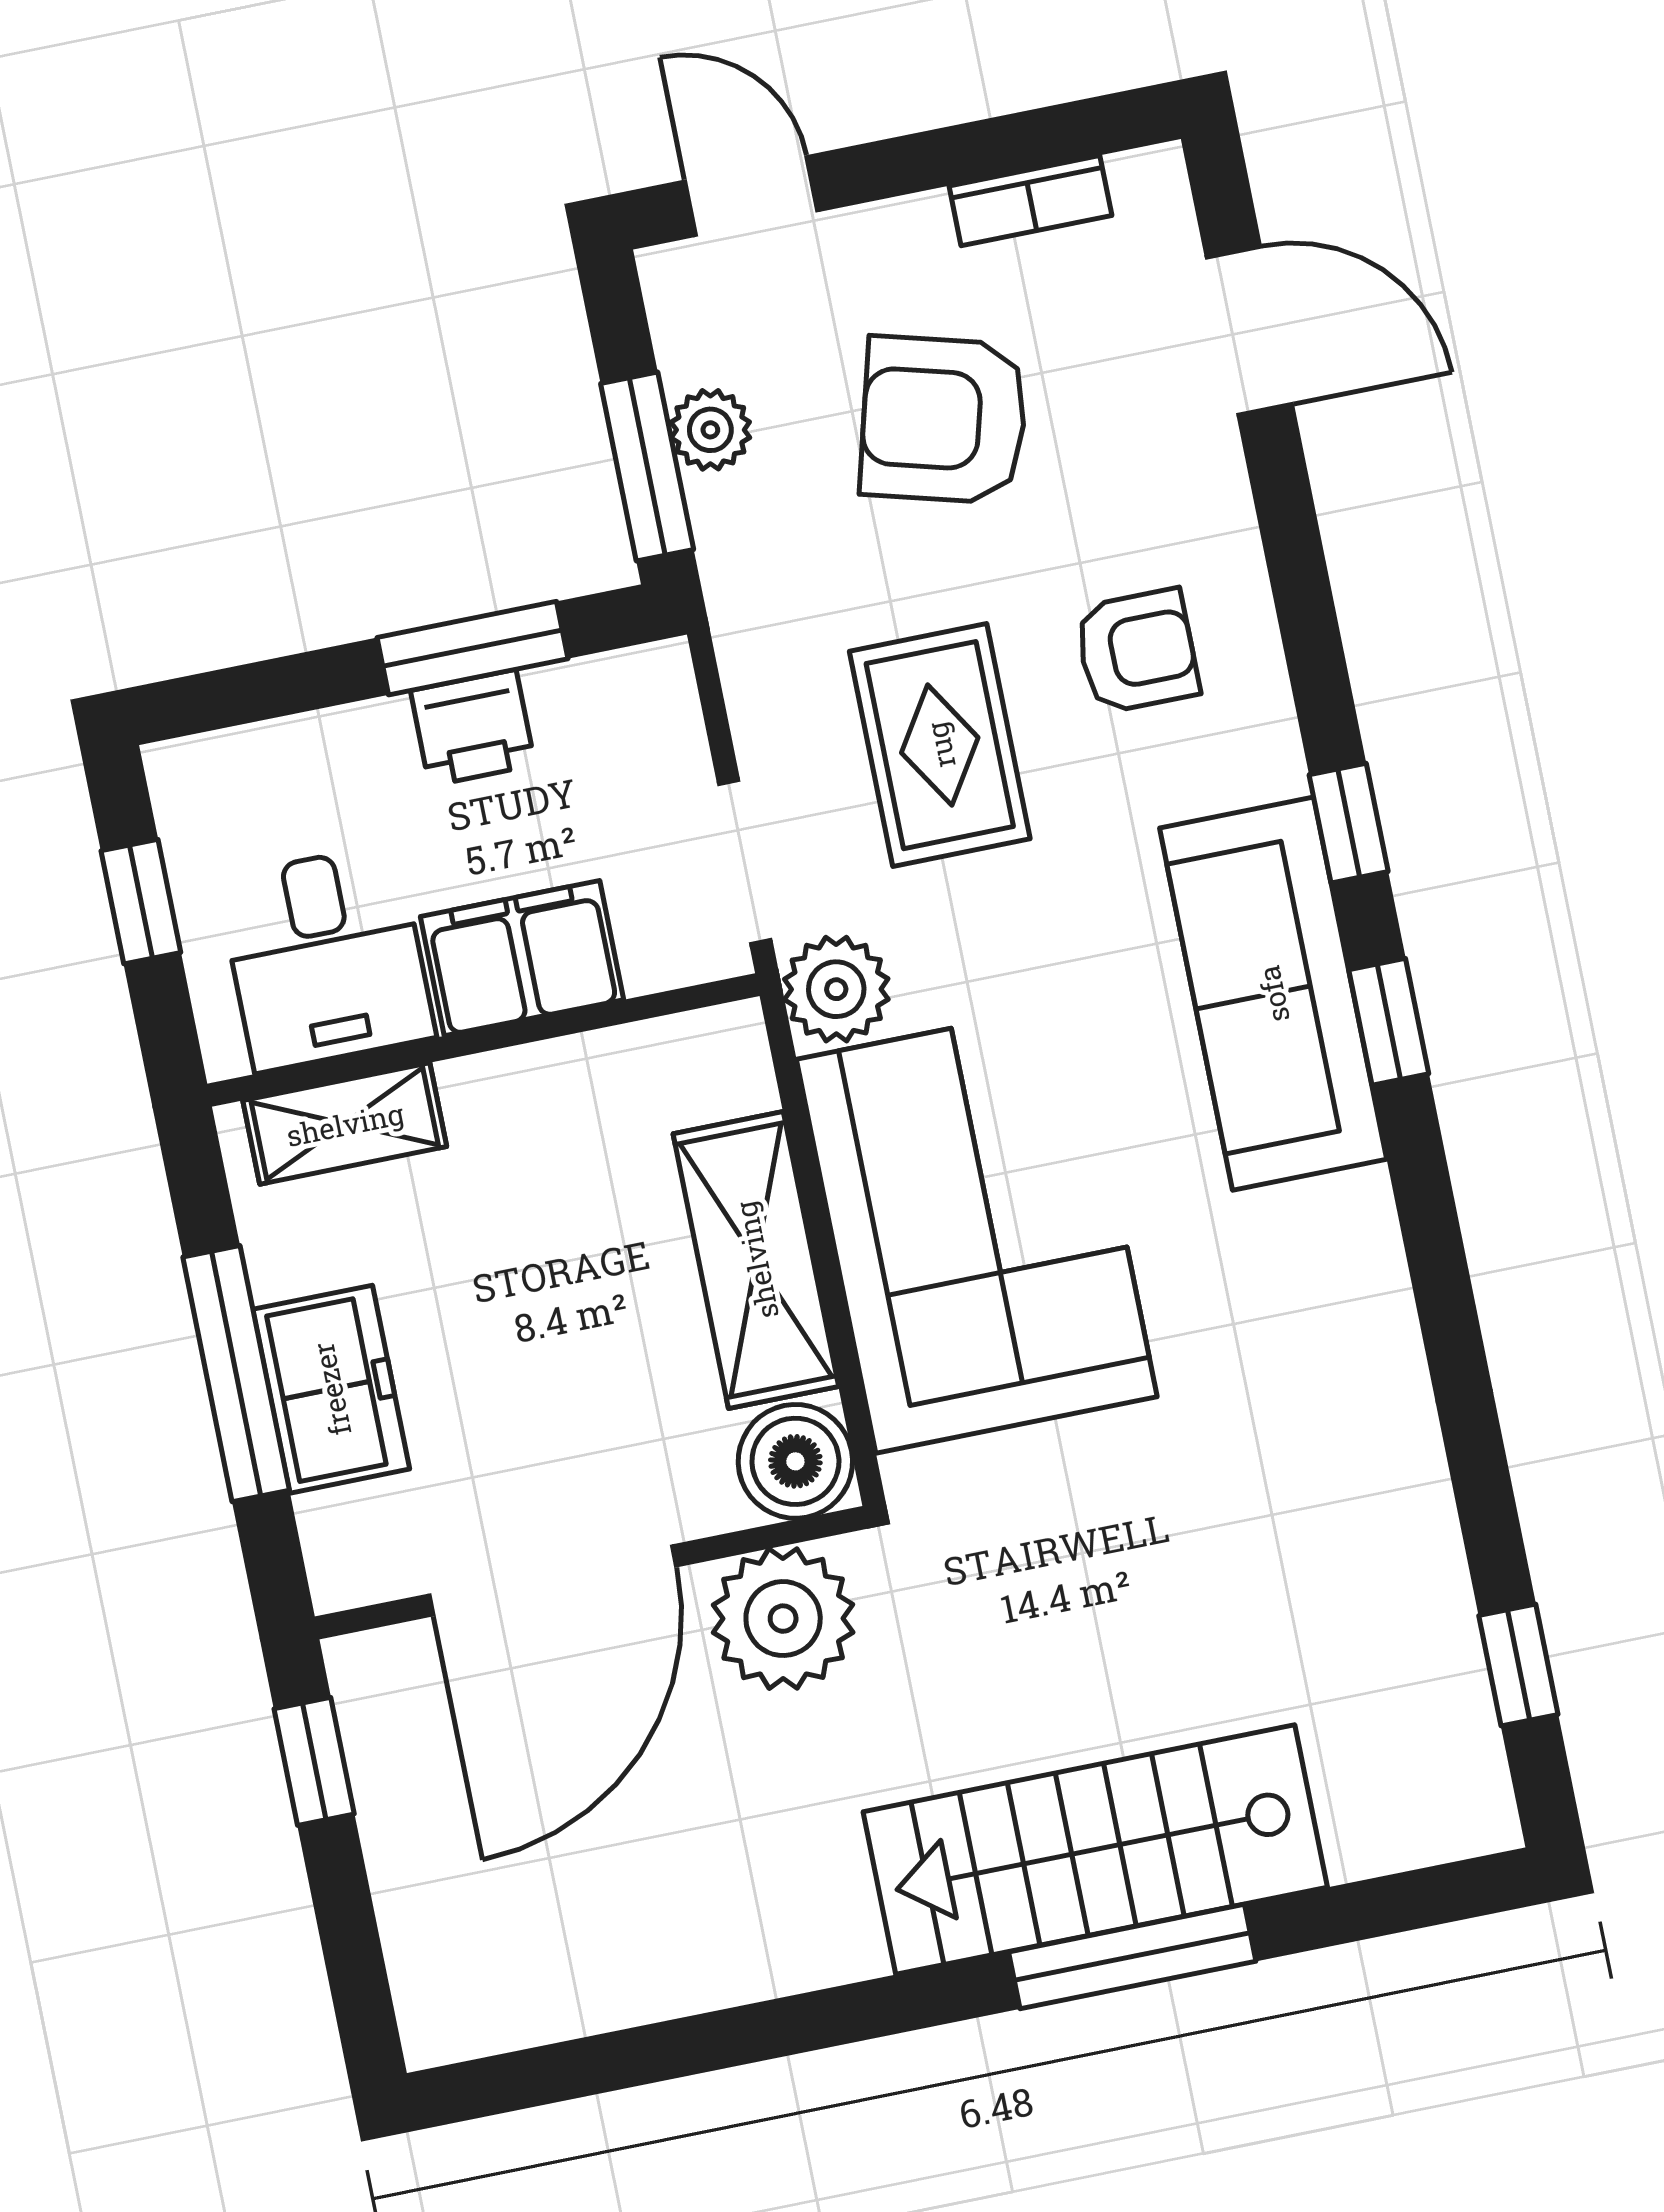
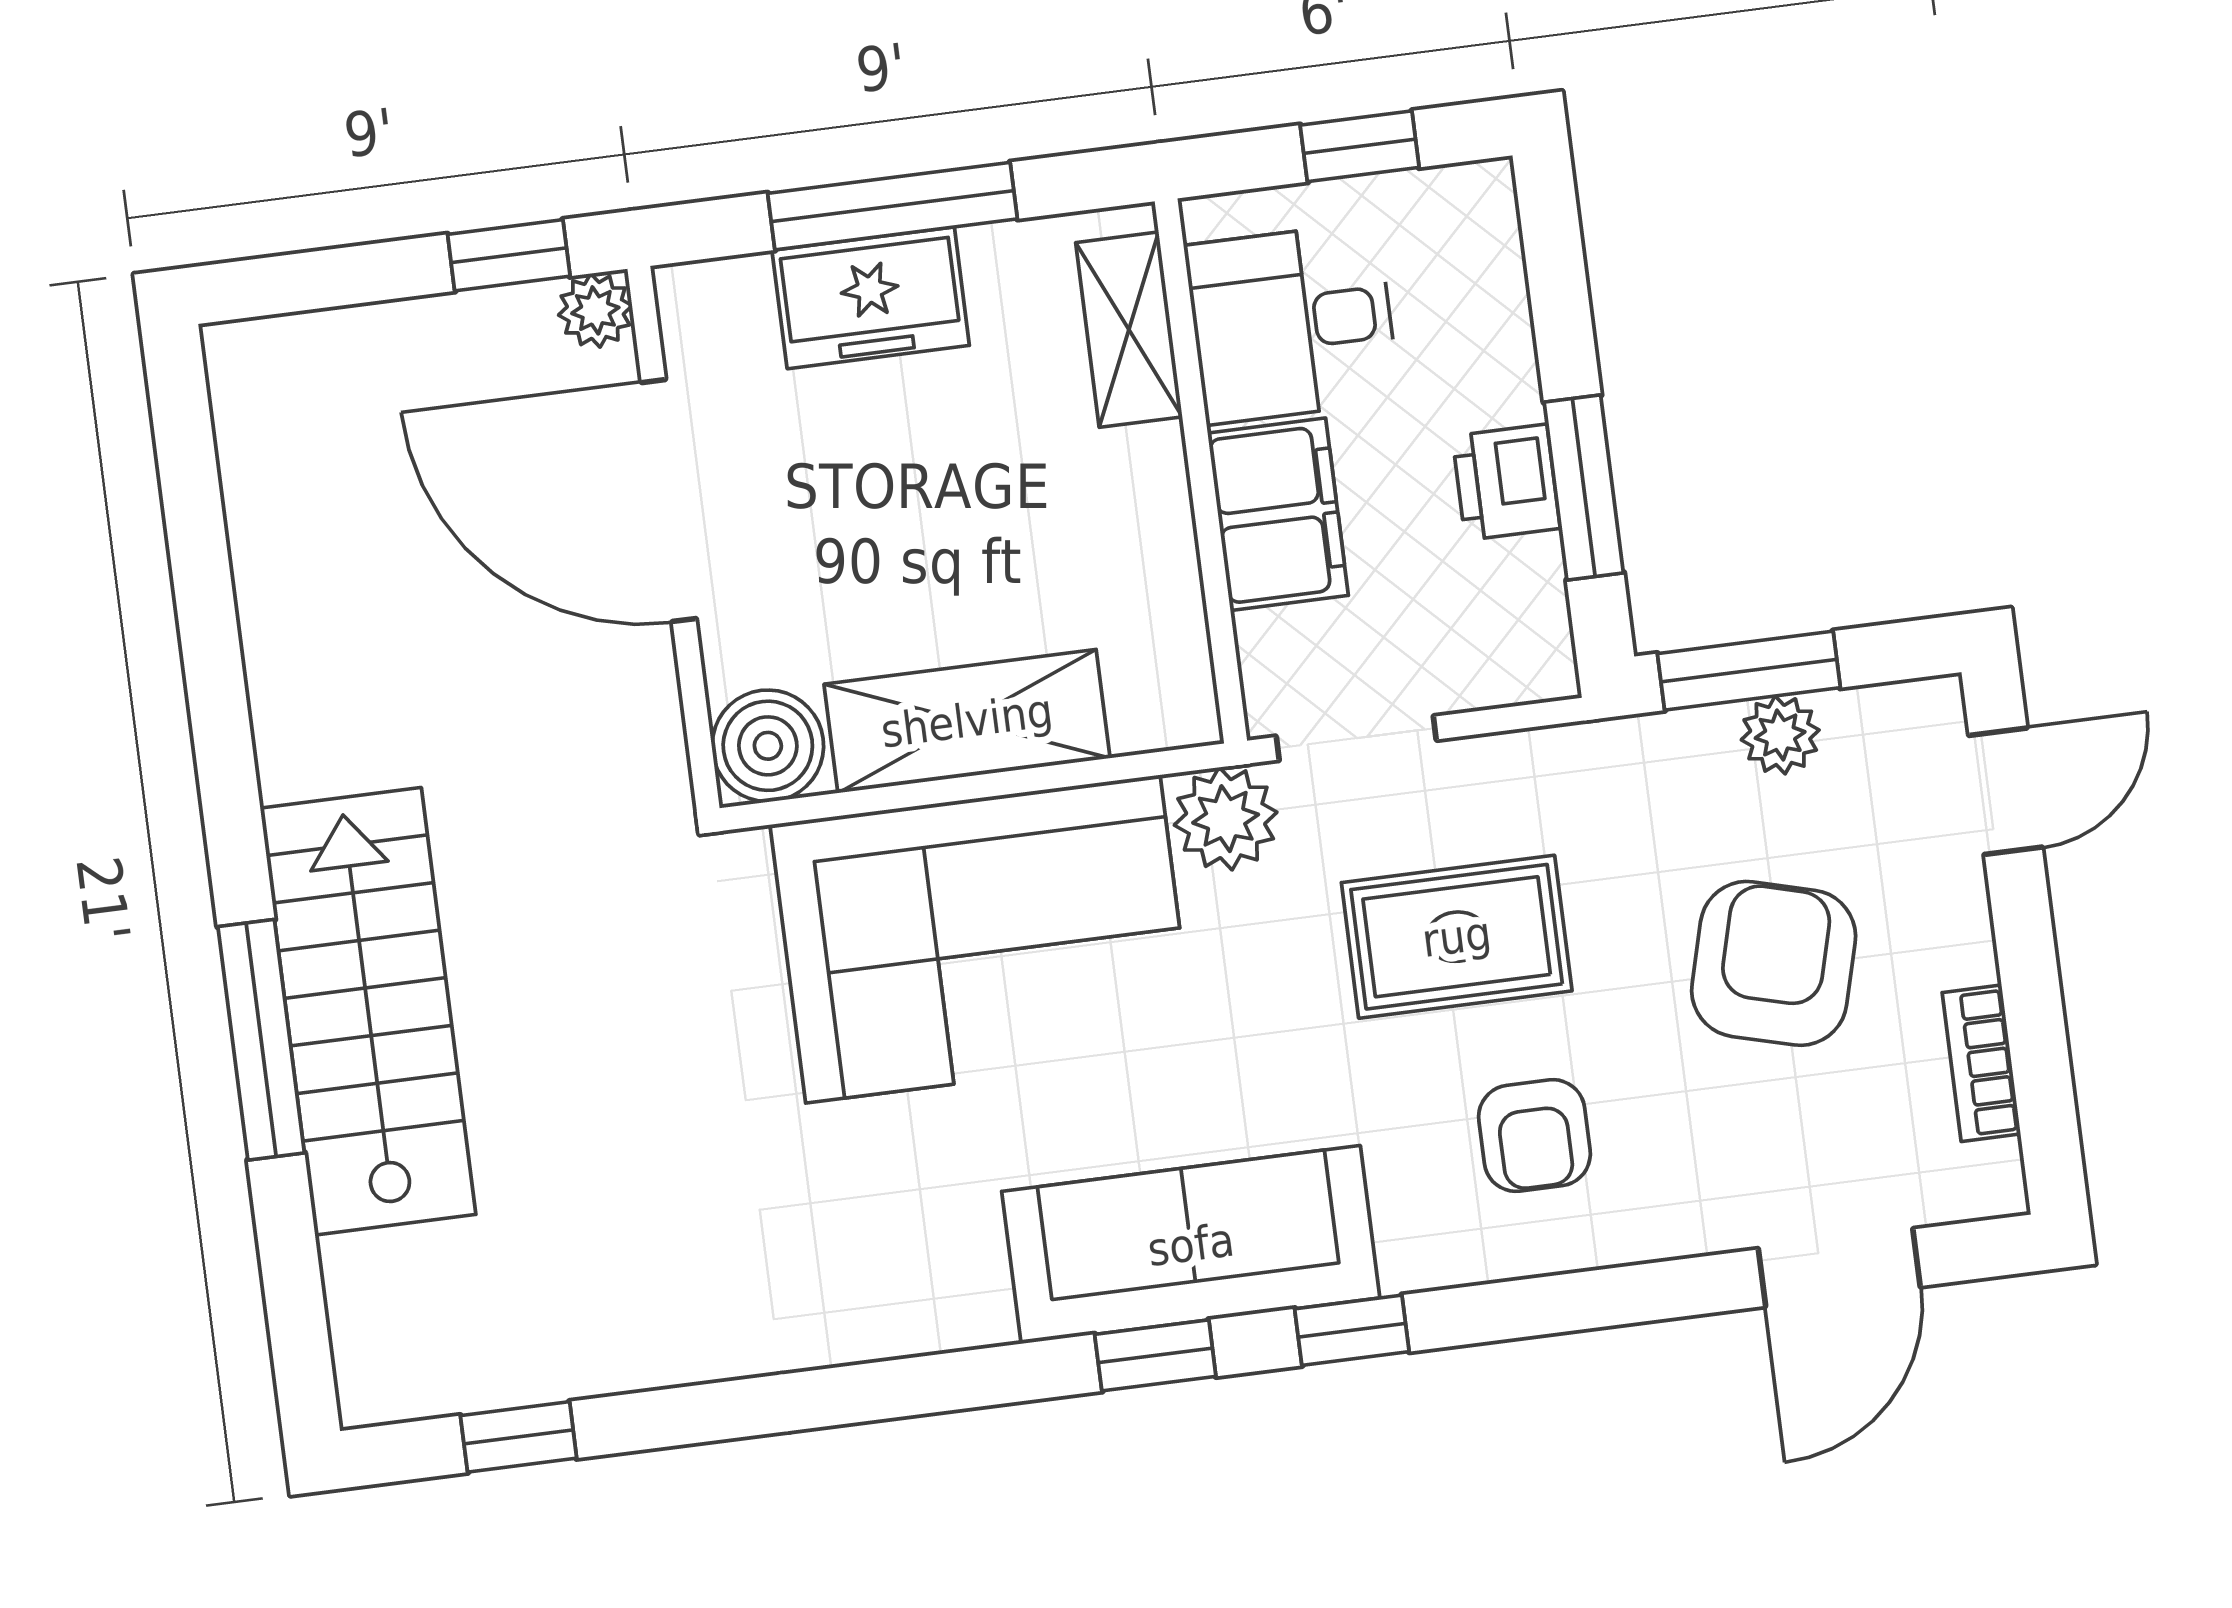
plant: (783, 1619) -> (595, 310), moved, width x0.53, depth x0.53

